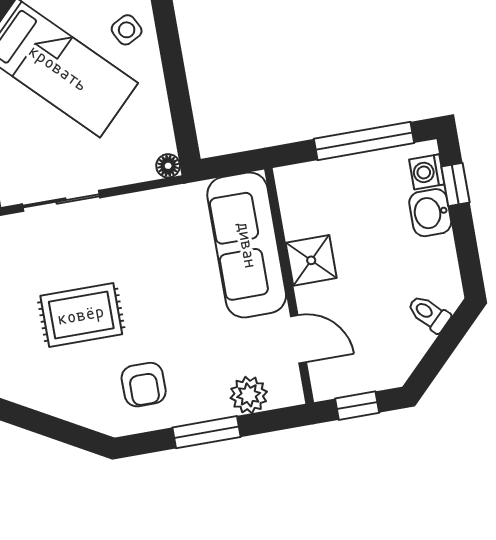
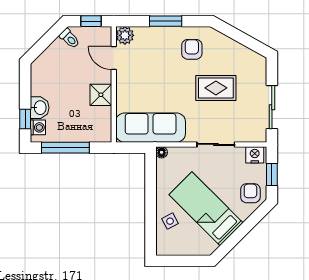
sofa: (247, 245) -> (151, 128), moved, turned -90
toilet: (429, 314) -> (70, 38), moved
plant: (249, 395) -> (125, 35), moved

